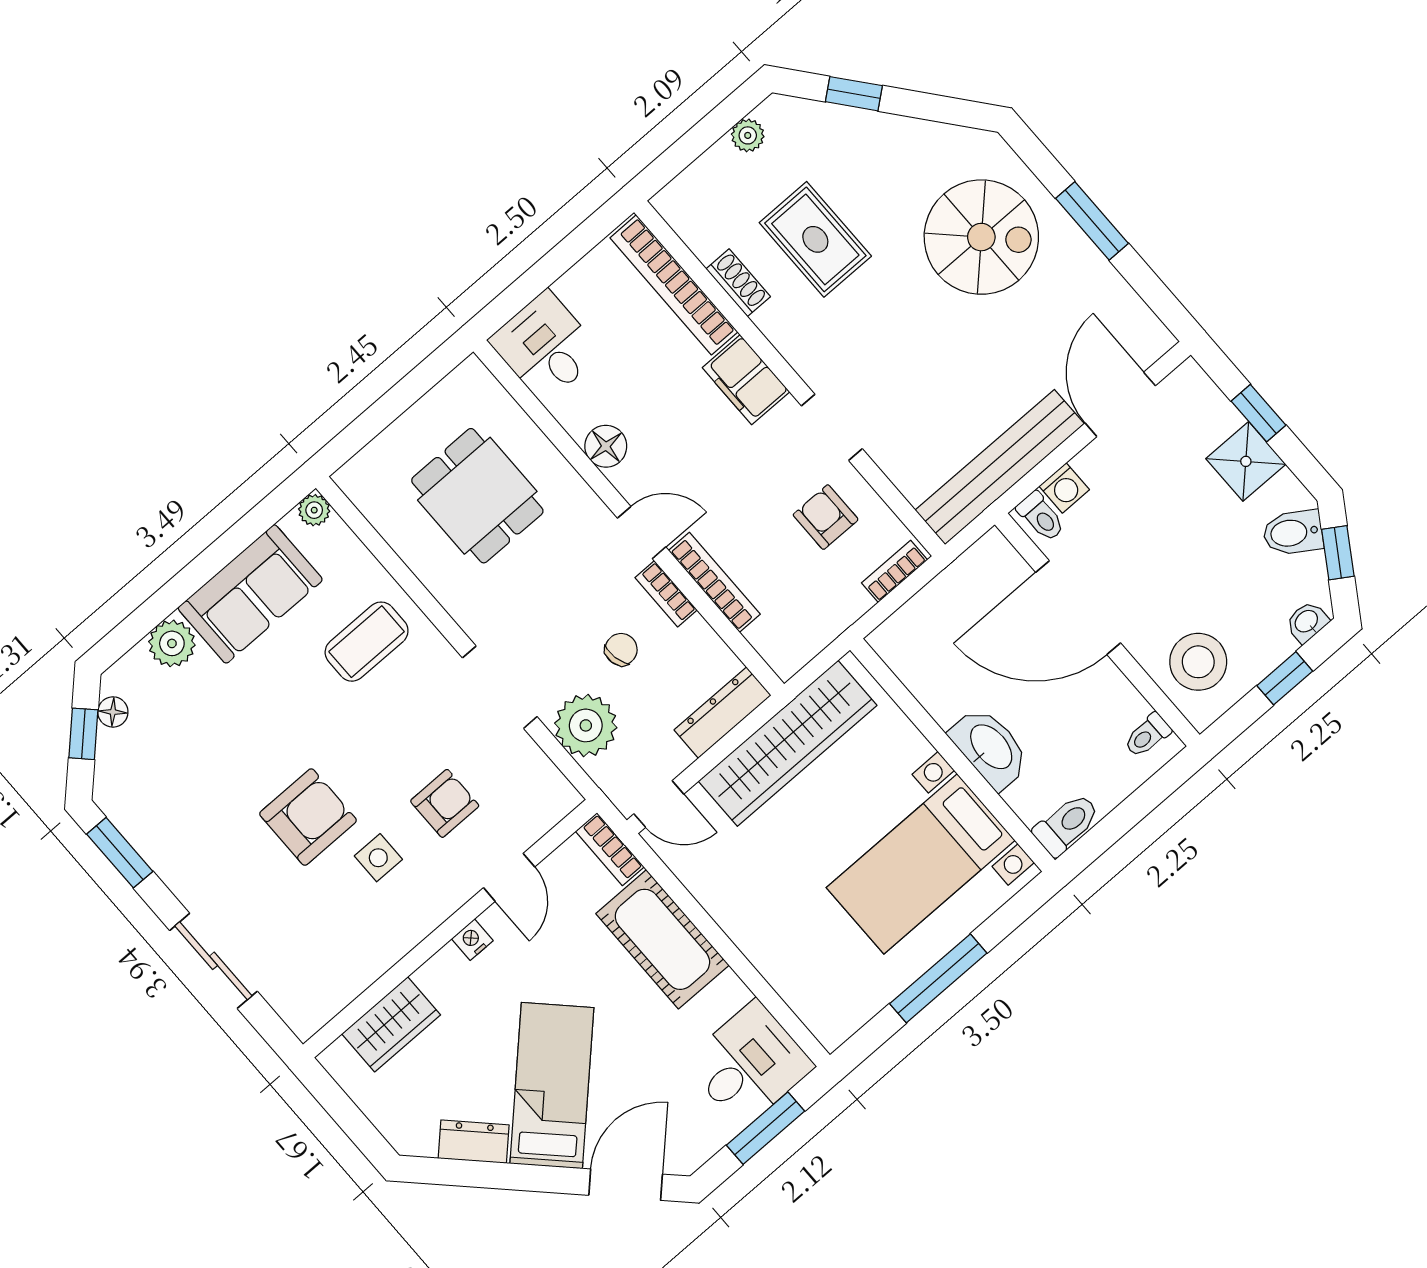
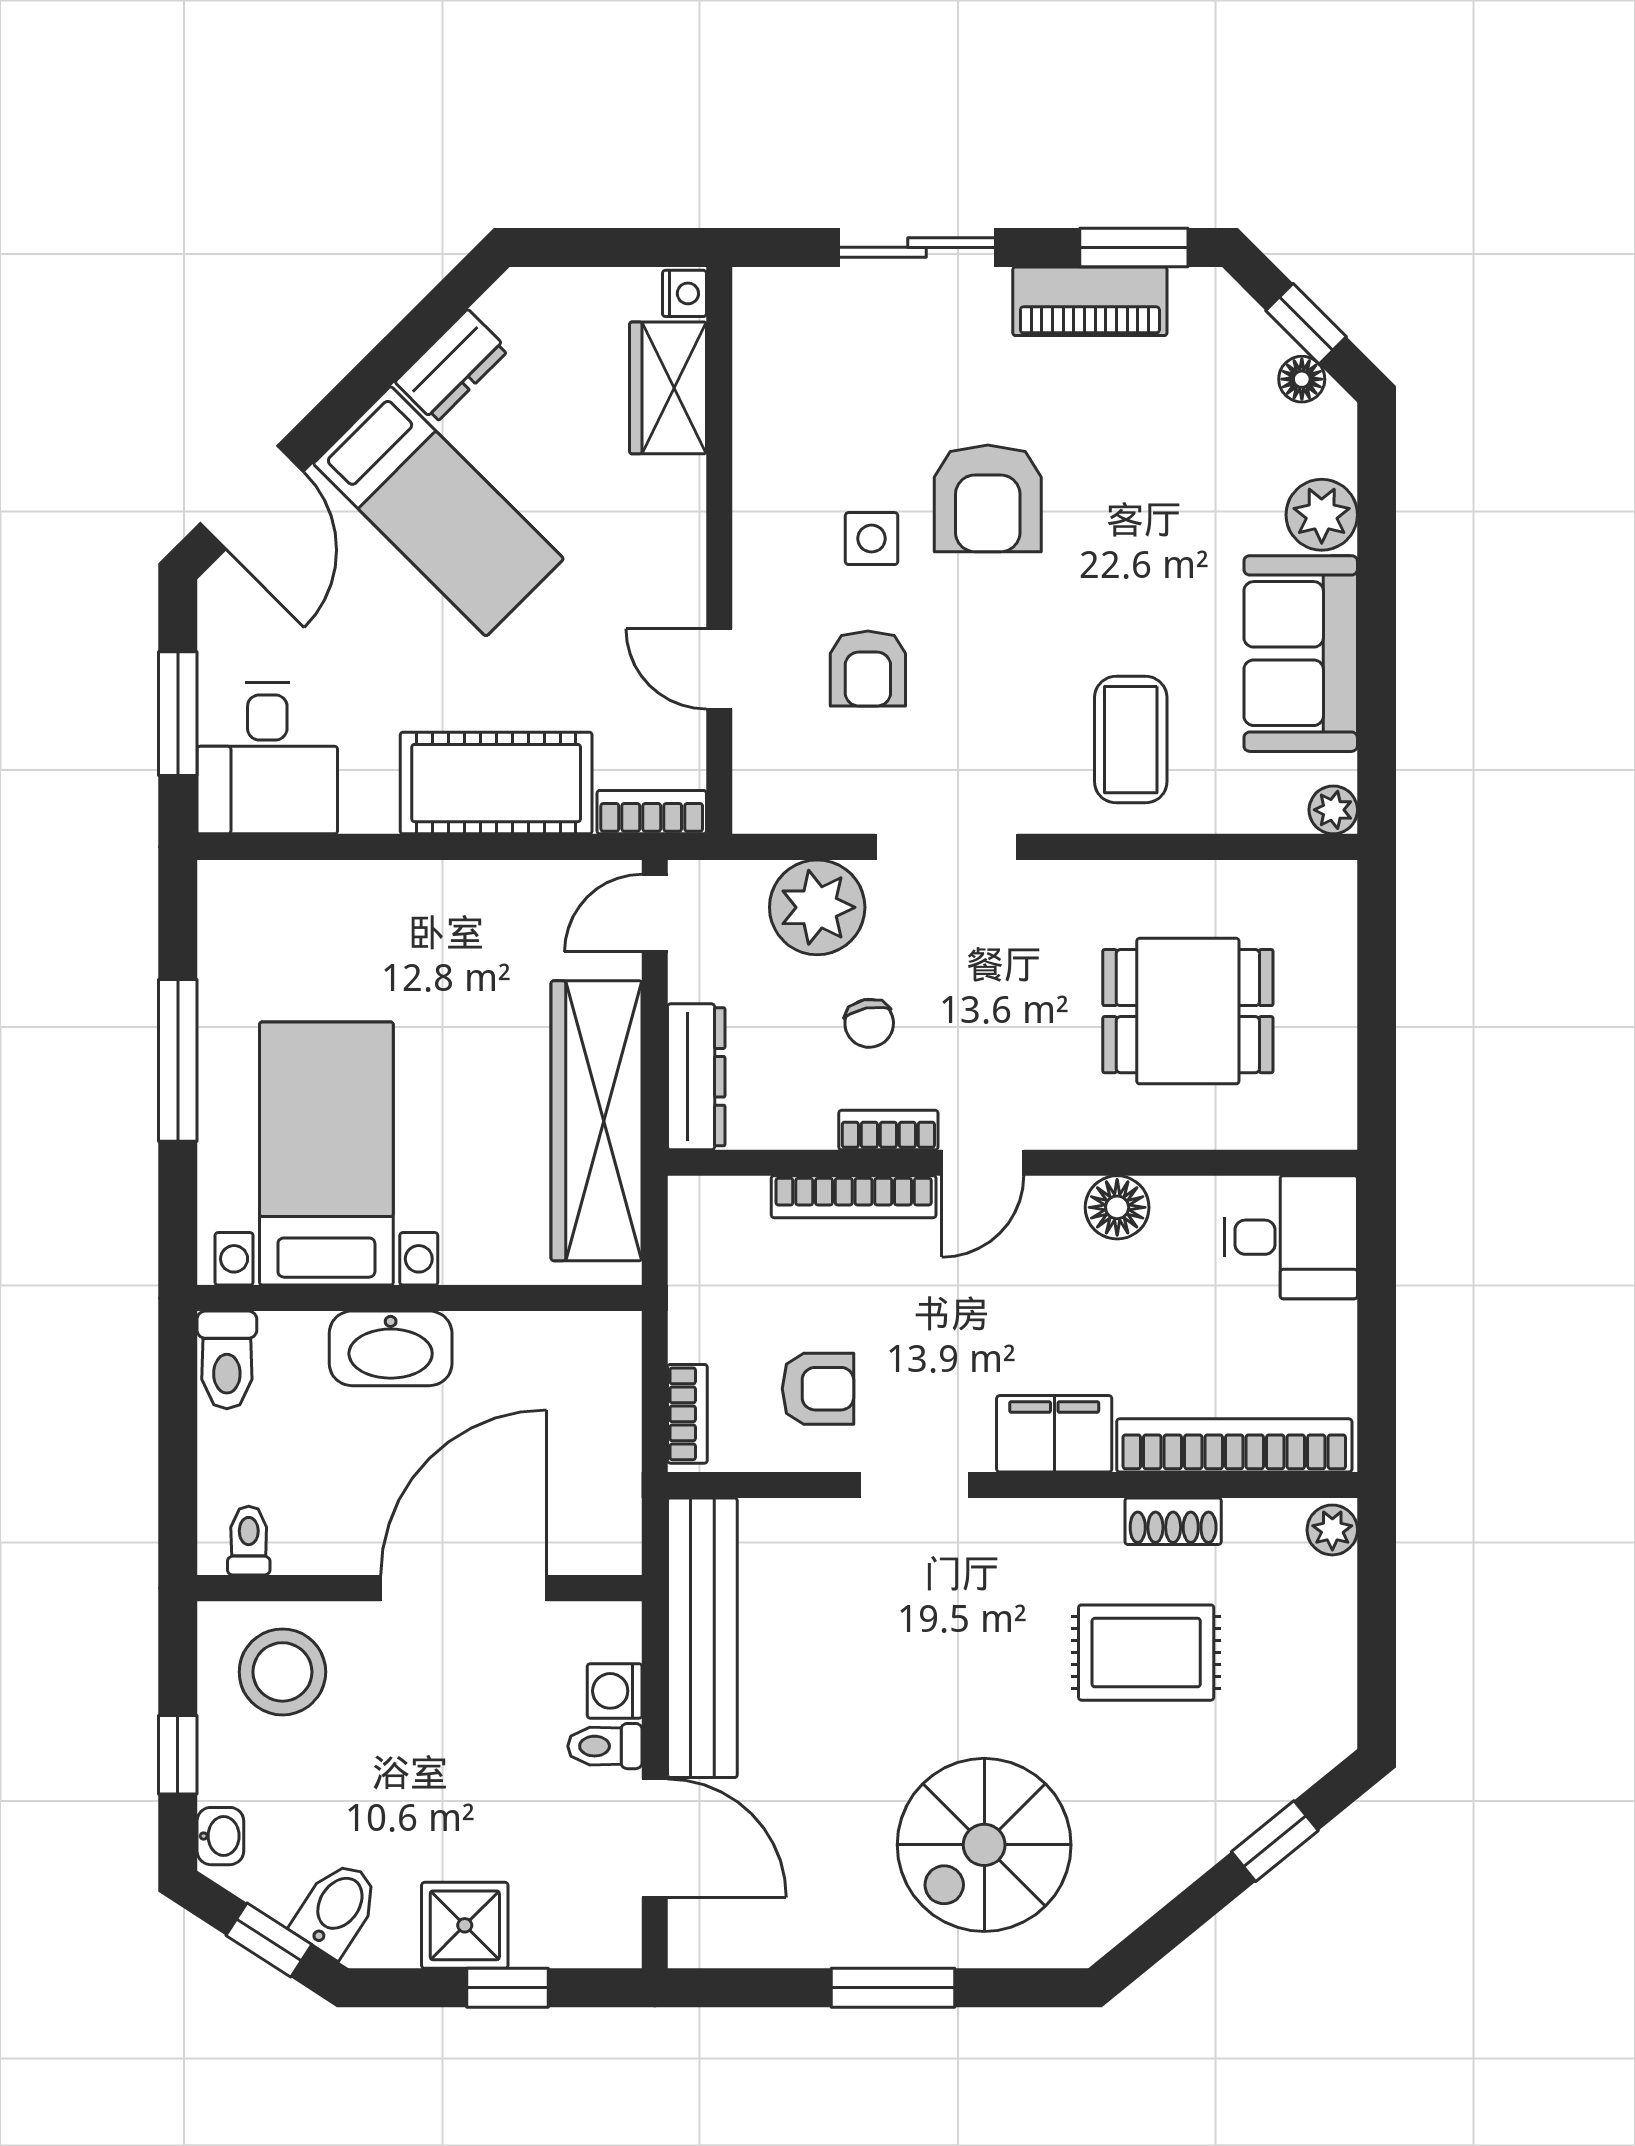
plant: (748, 135) -> (1332, 1530), moved
toilet: (1041, 517) -> (605, 1746), moved
piano: (166, 851) -> (1090, 301), added
nightstand: (472, 940) -> (684, 293), moved

